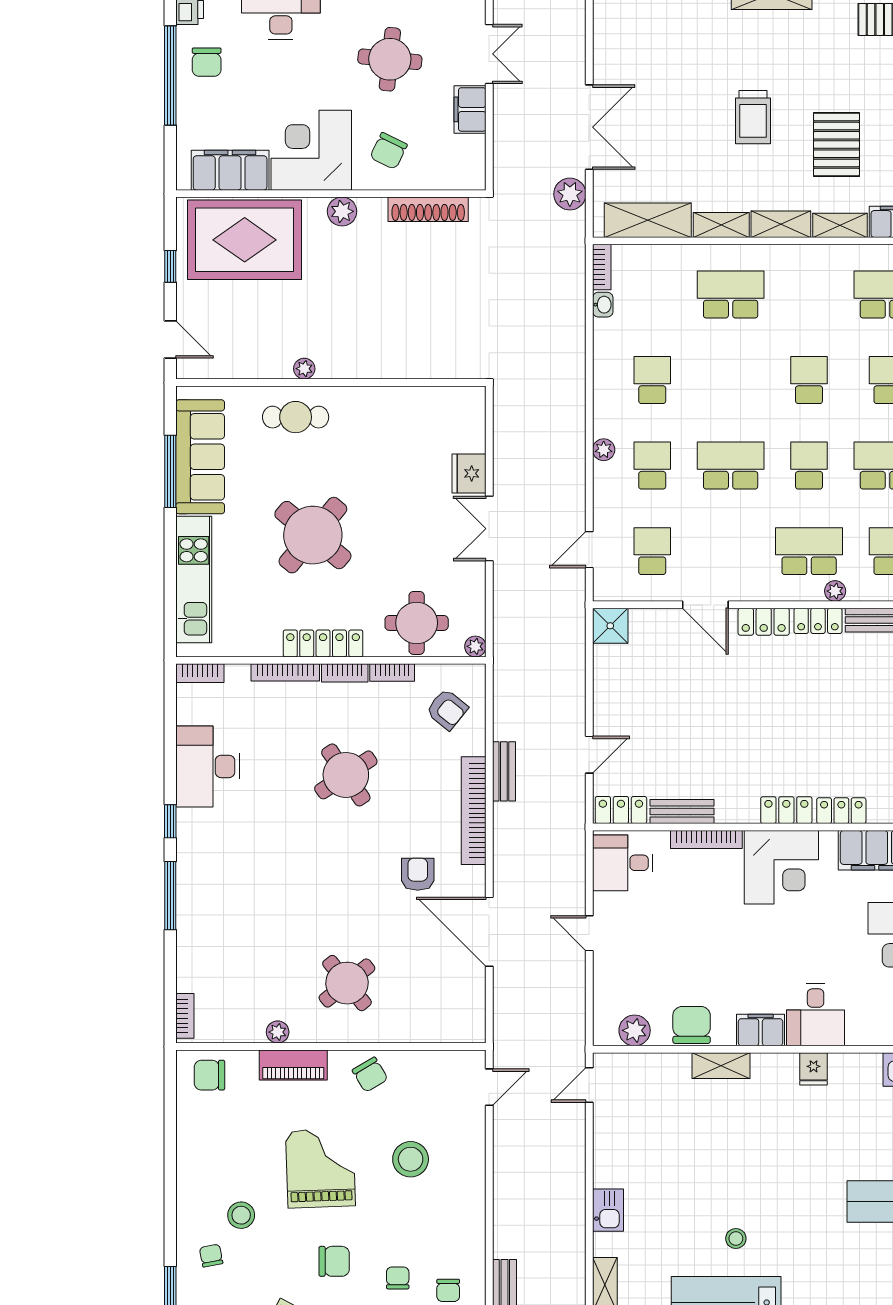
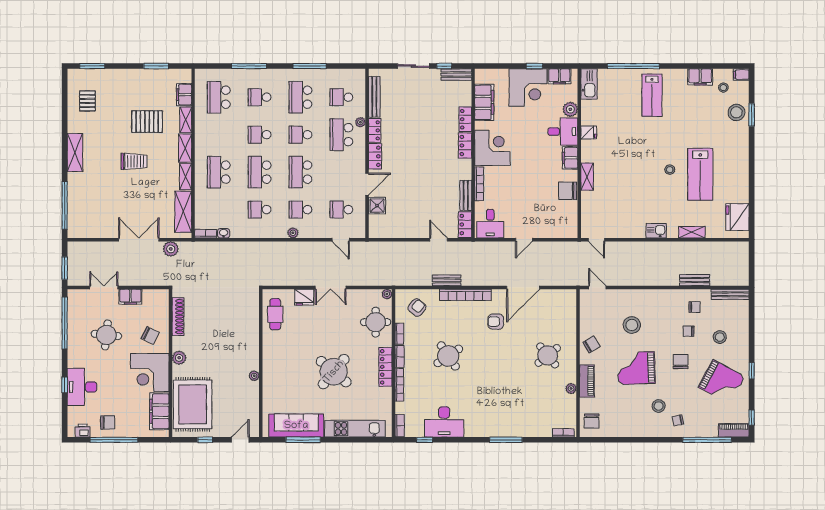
school desk: (731, 380) -> (260, 172), added
cafe table: (296, 417) -> (275, 314), moved
shower: (610, 626) -> (377, 206), moved
window: (170, 821) -> (425, 440), moved
plant: (635, 1030) -> (570, 109), moved

